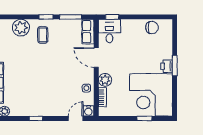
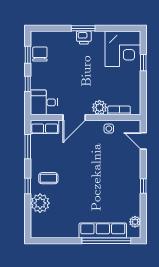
window: (46, 17) -> (28, 186), moved
window: (112, 17) -> (28, 84), moved
window: (151, 17) -> (28, 55), added
corner desk: (151, 95) -> (123, 49), width x0.74, depth x0.74
water cooler: (88, 111) -> (135, 126), removed

